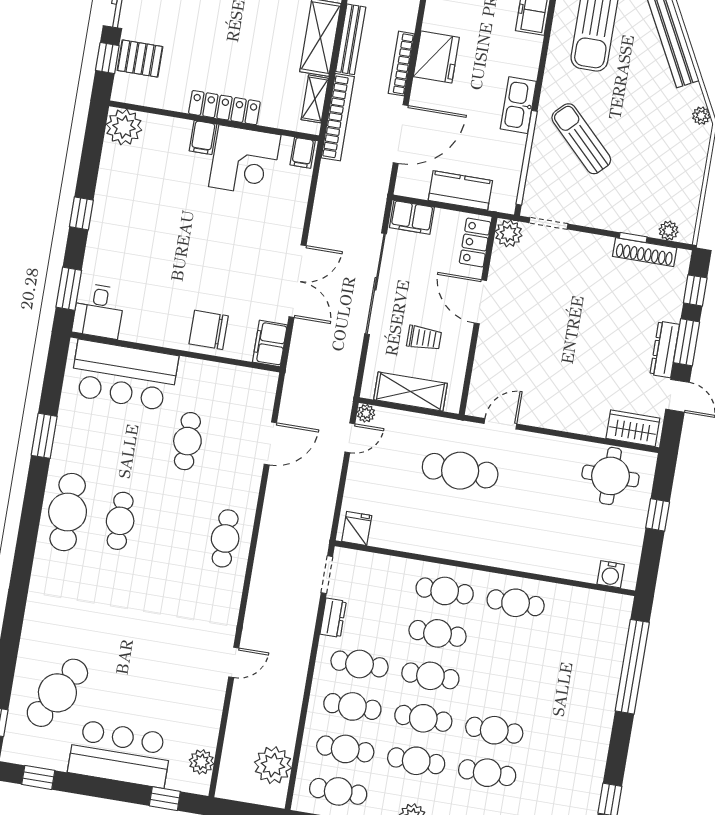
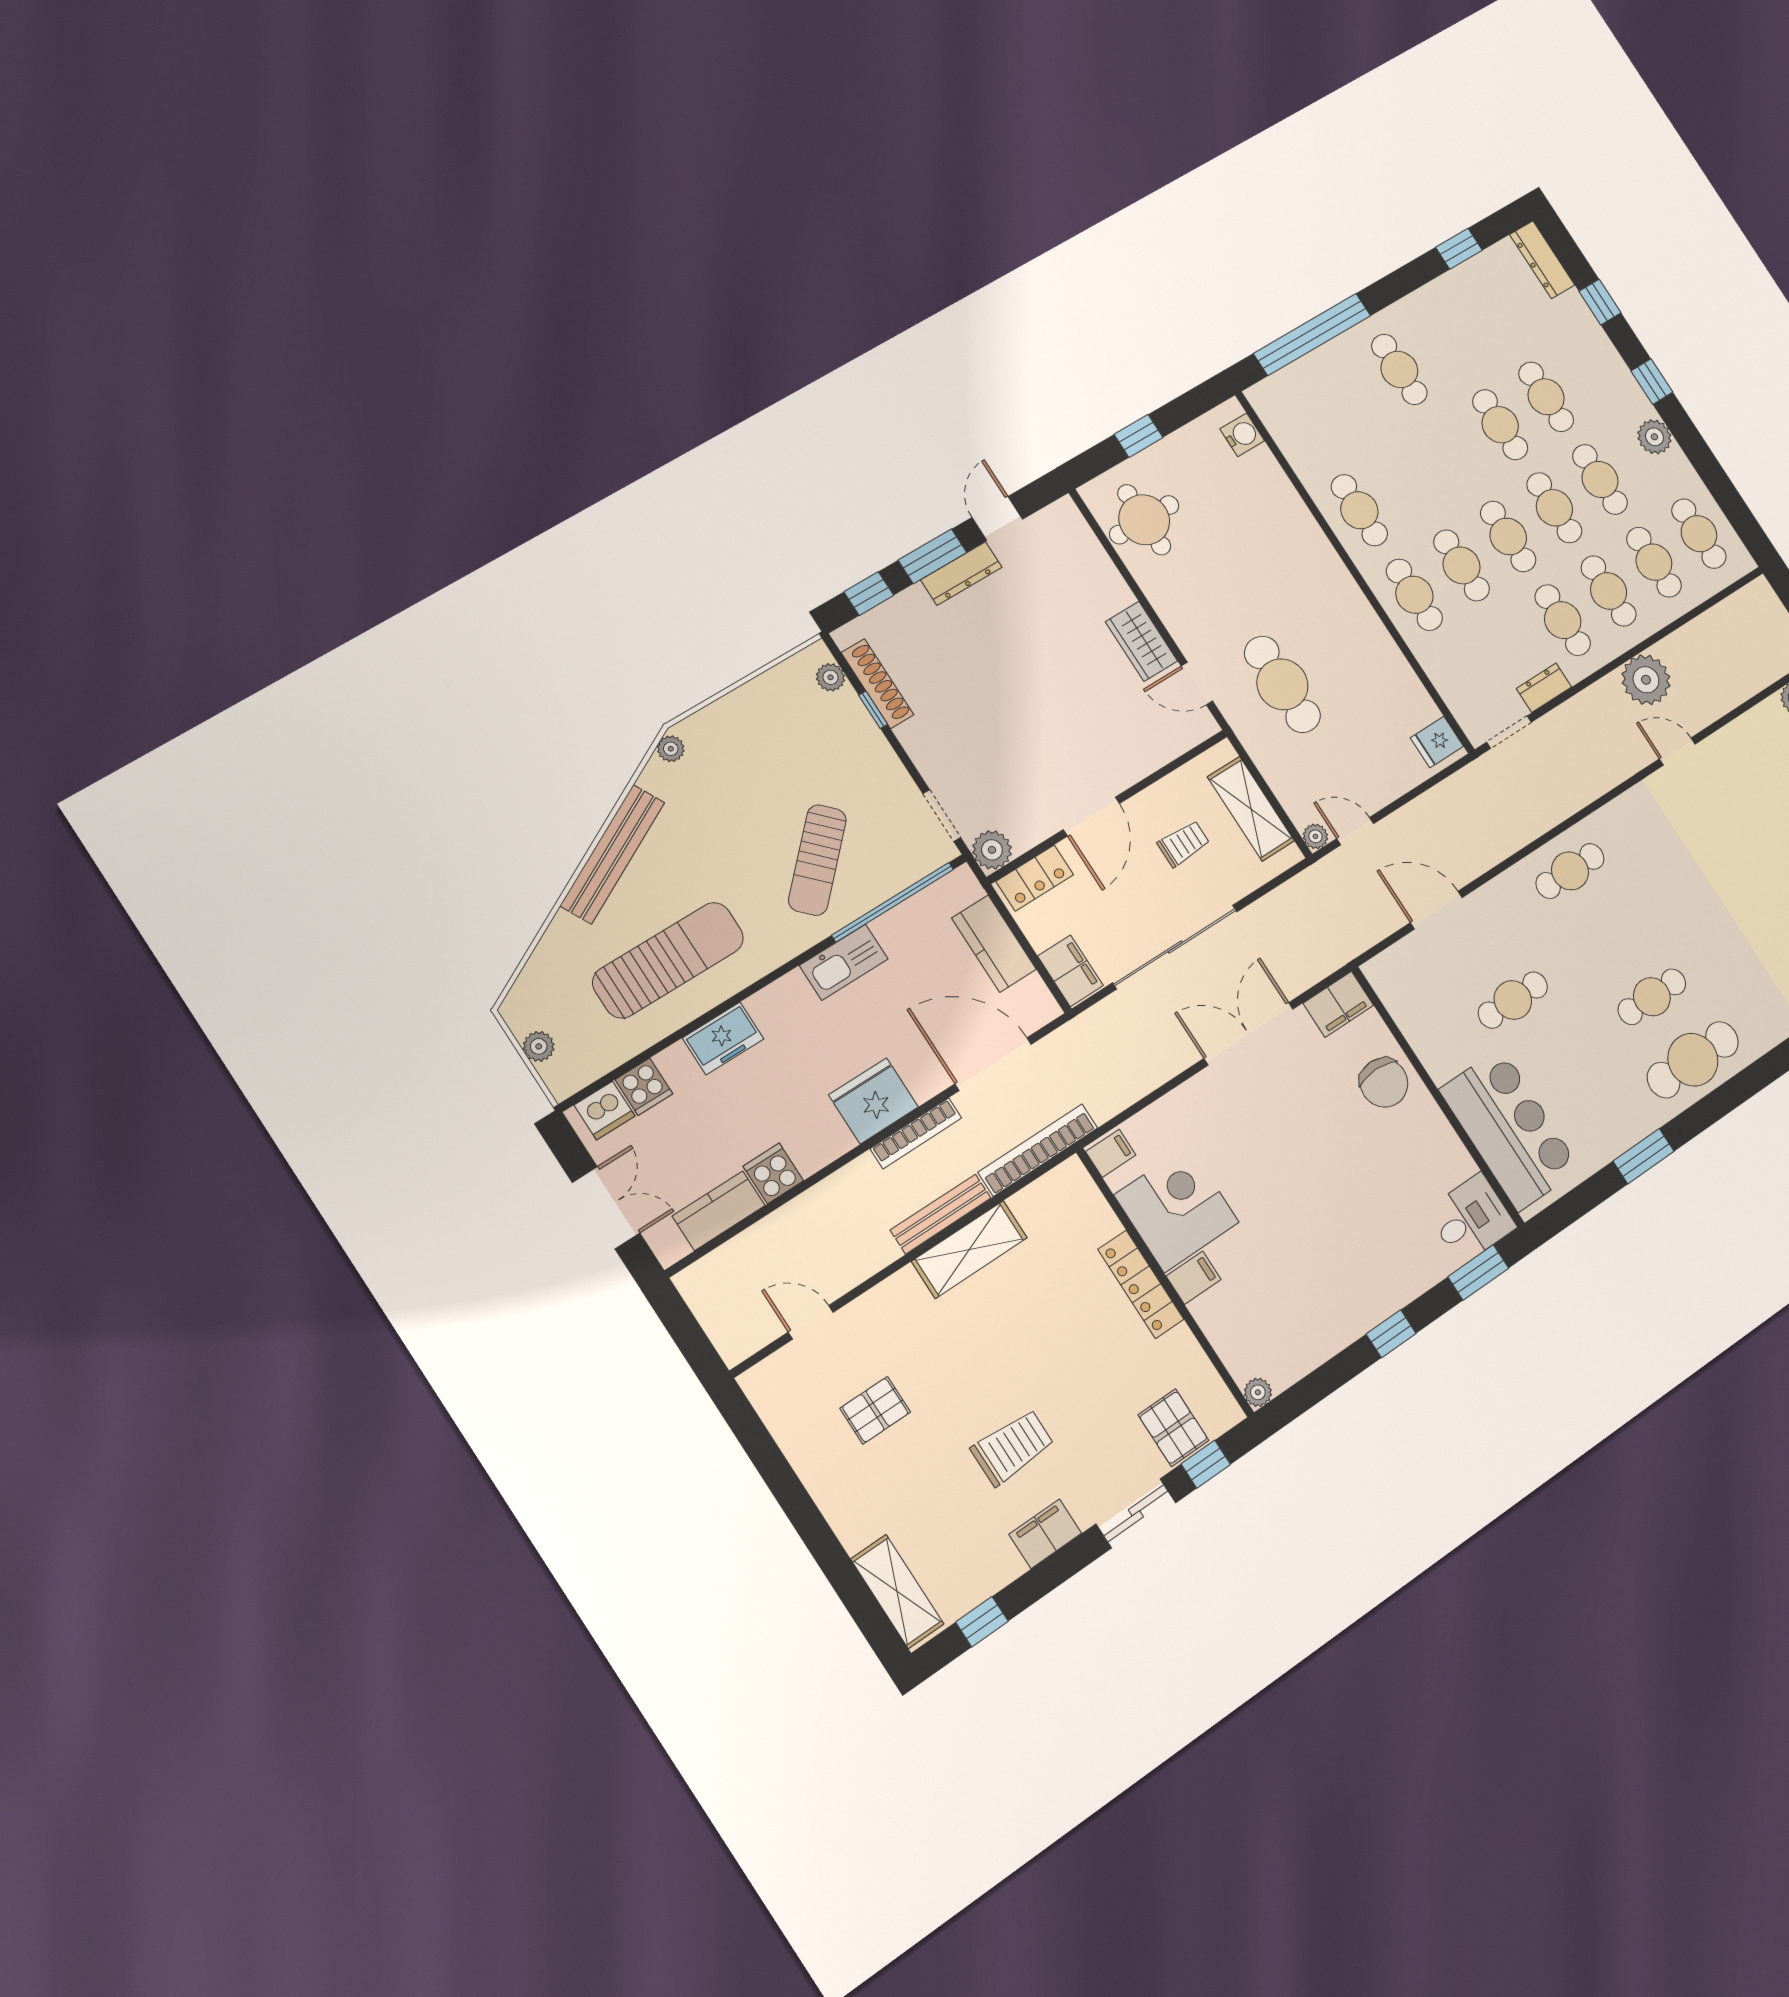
shelving: (315, 99) -> (1041, 1194), removed
plant: (124, 127) -> (1258, 1392), width x0.53, depth x0.53
trolley: (424, 338) -> (1184, 844), turned 90
wardrobe: (633, 428) -> (1141, 641), moved
cafe table: (572, 700) -> (1399, 369), added
plant: (273, 765) -> (1646, 680), moved

